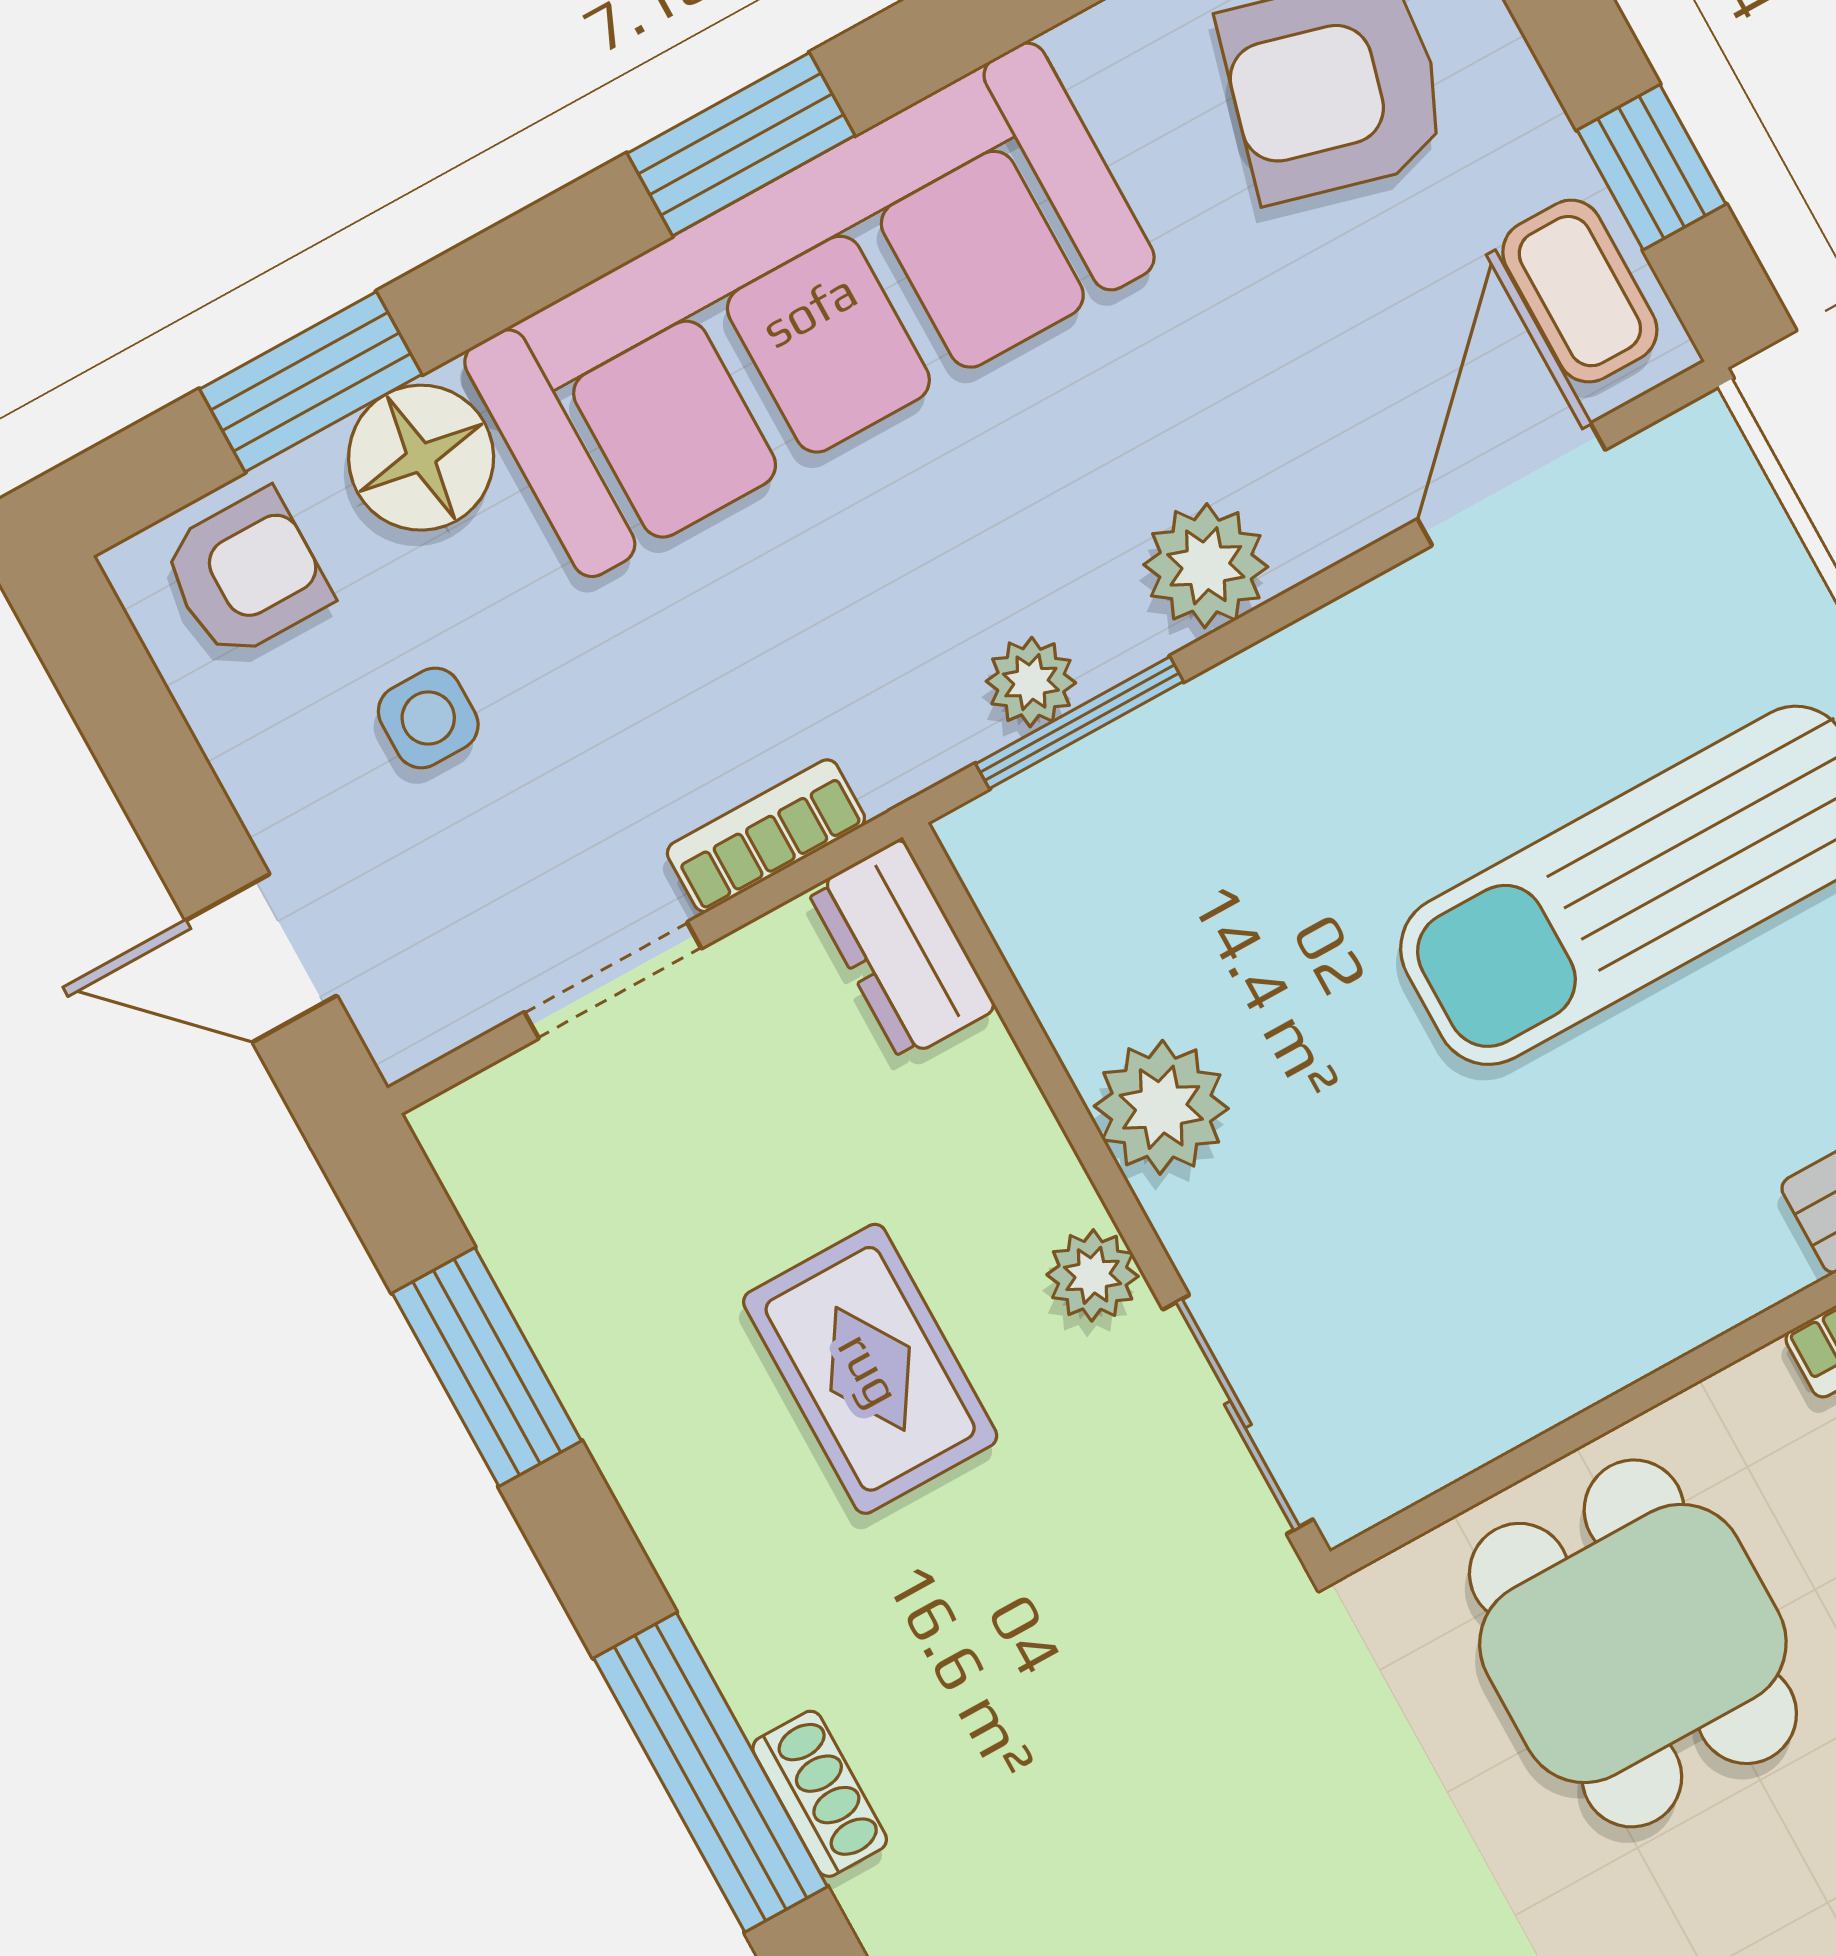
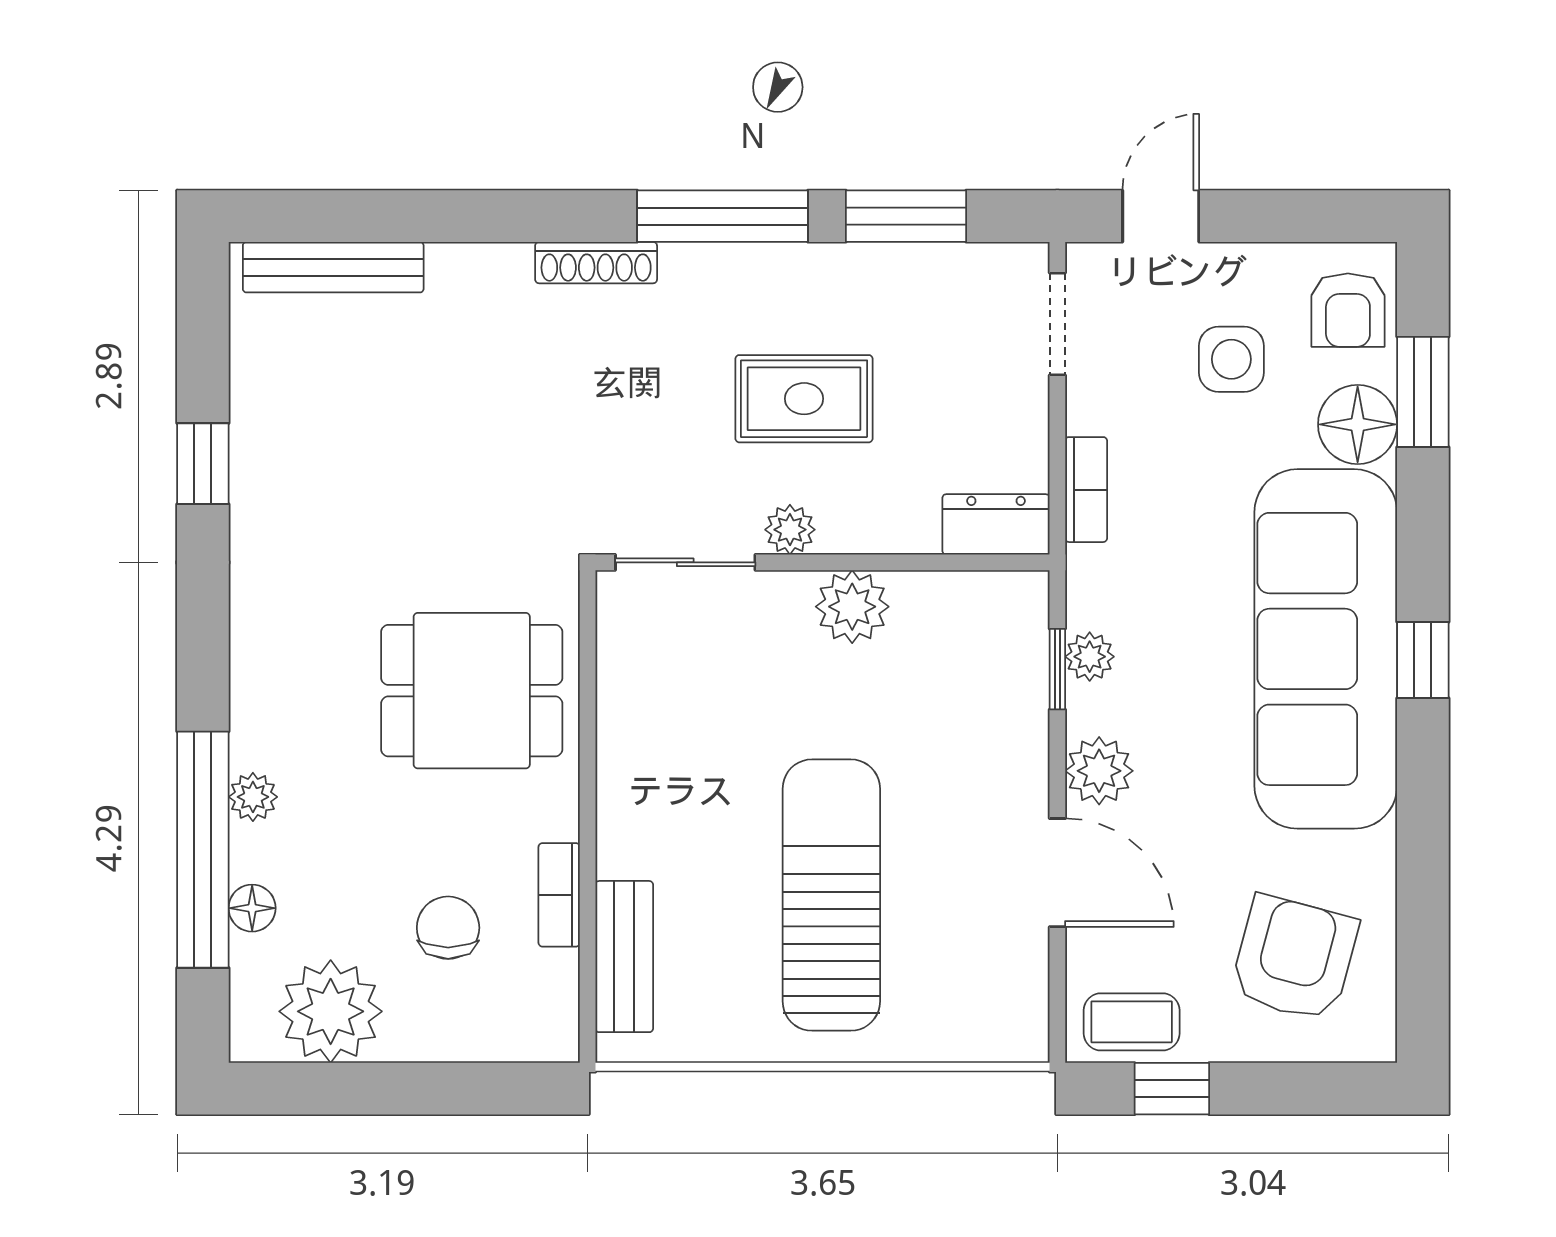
window: (741, 144) -> (1423, 660), width x0.67
door: (1511, 484) -> (1057, 873), moved
side table: (428, 718) -> (1231, 359), width x1.37, depth x1.37
window: (1080, 723) -> (1057, 669), width x0.67
doorway: (613, 980) -> (1057, 324), moved
window: (711, 1772) -> (722, 216), moved
shoe rack: (820, 1794) -> (596, 263), width x1.43

